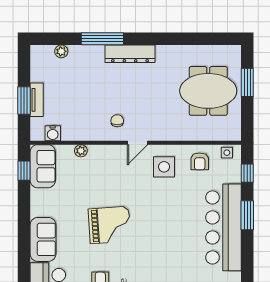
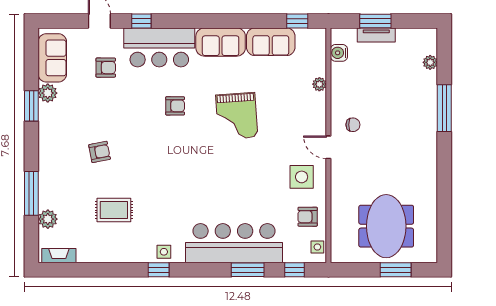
dresser: (130, 54) -> (428, 139), removed
sofa: (43, 166) -> (271, 42), moved

